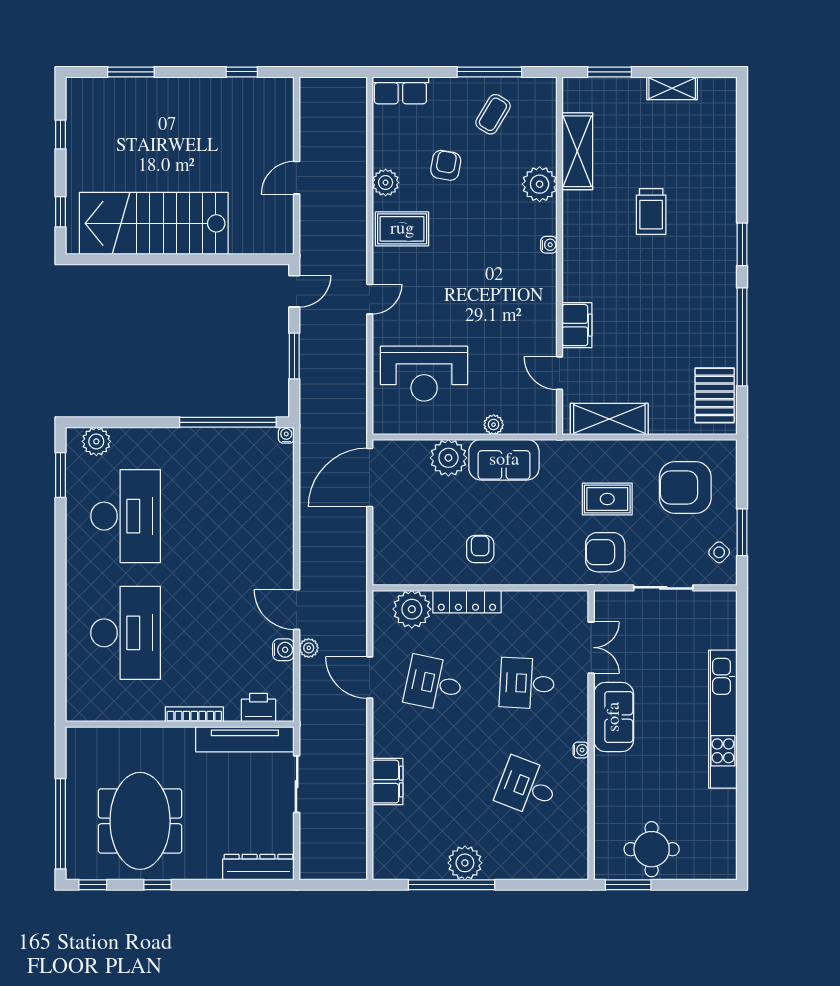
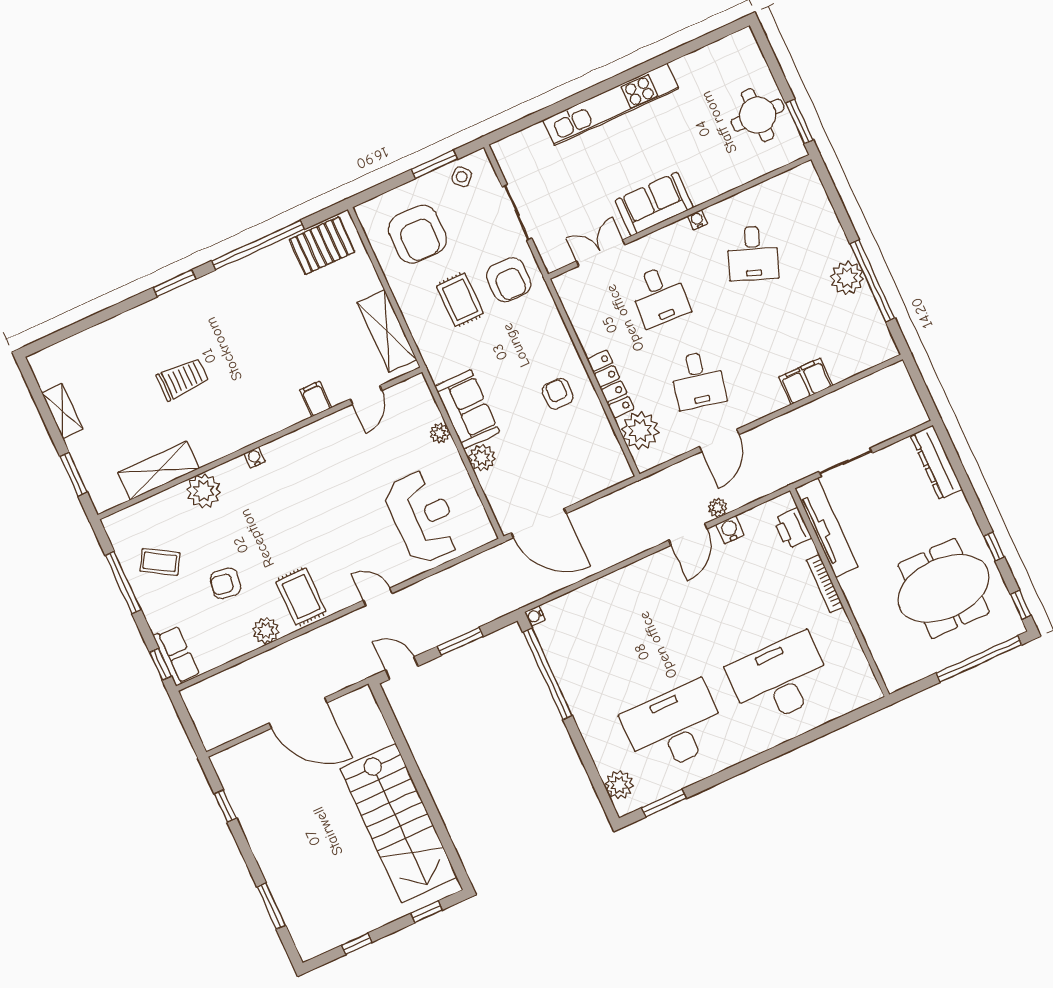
window: (399, 72) -> (160, 664), added
door: (297, 178) -> (298, 713), width x1.88
filing cabinet: (577, 325) -> (316, 399), width x0.50
plant: (448, 458) -> (482, 458), width x0.73, depth x0.73
armchair: (480, 549) -> (558, 394), turned 90

